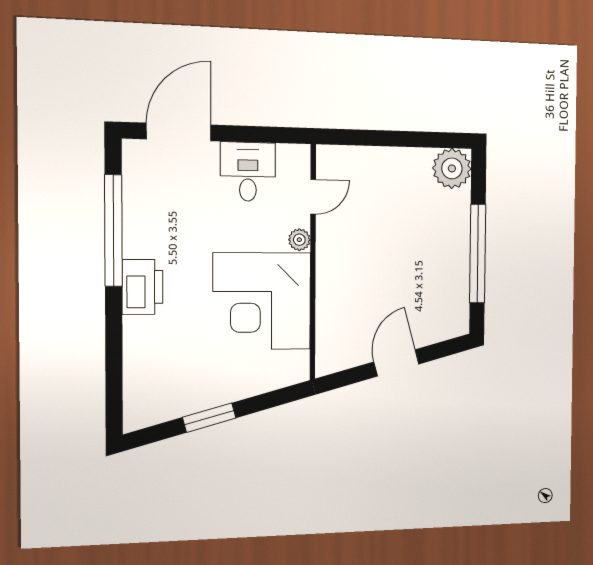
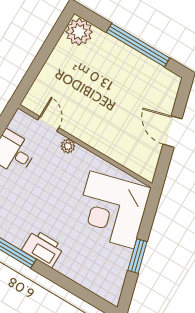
corner desk: (262, 301) -> (112, 210), moved, turned 75

